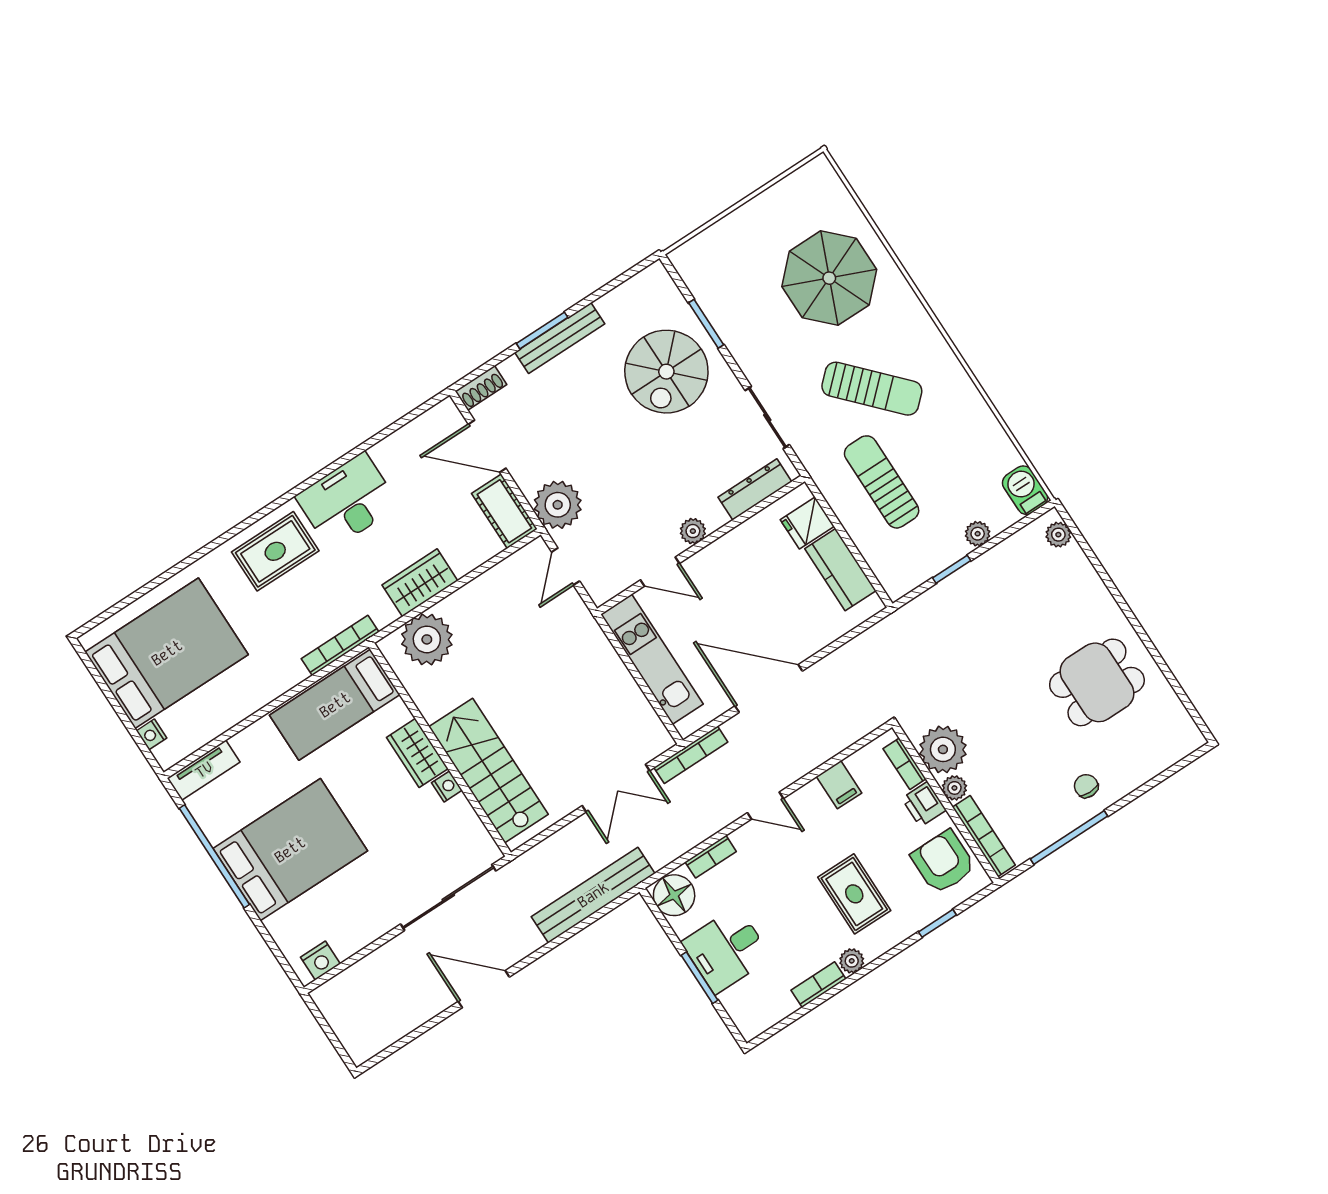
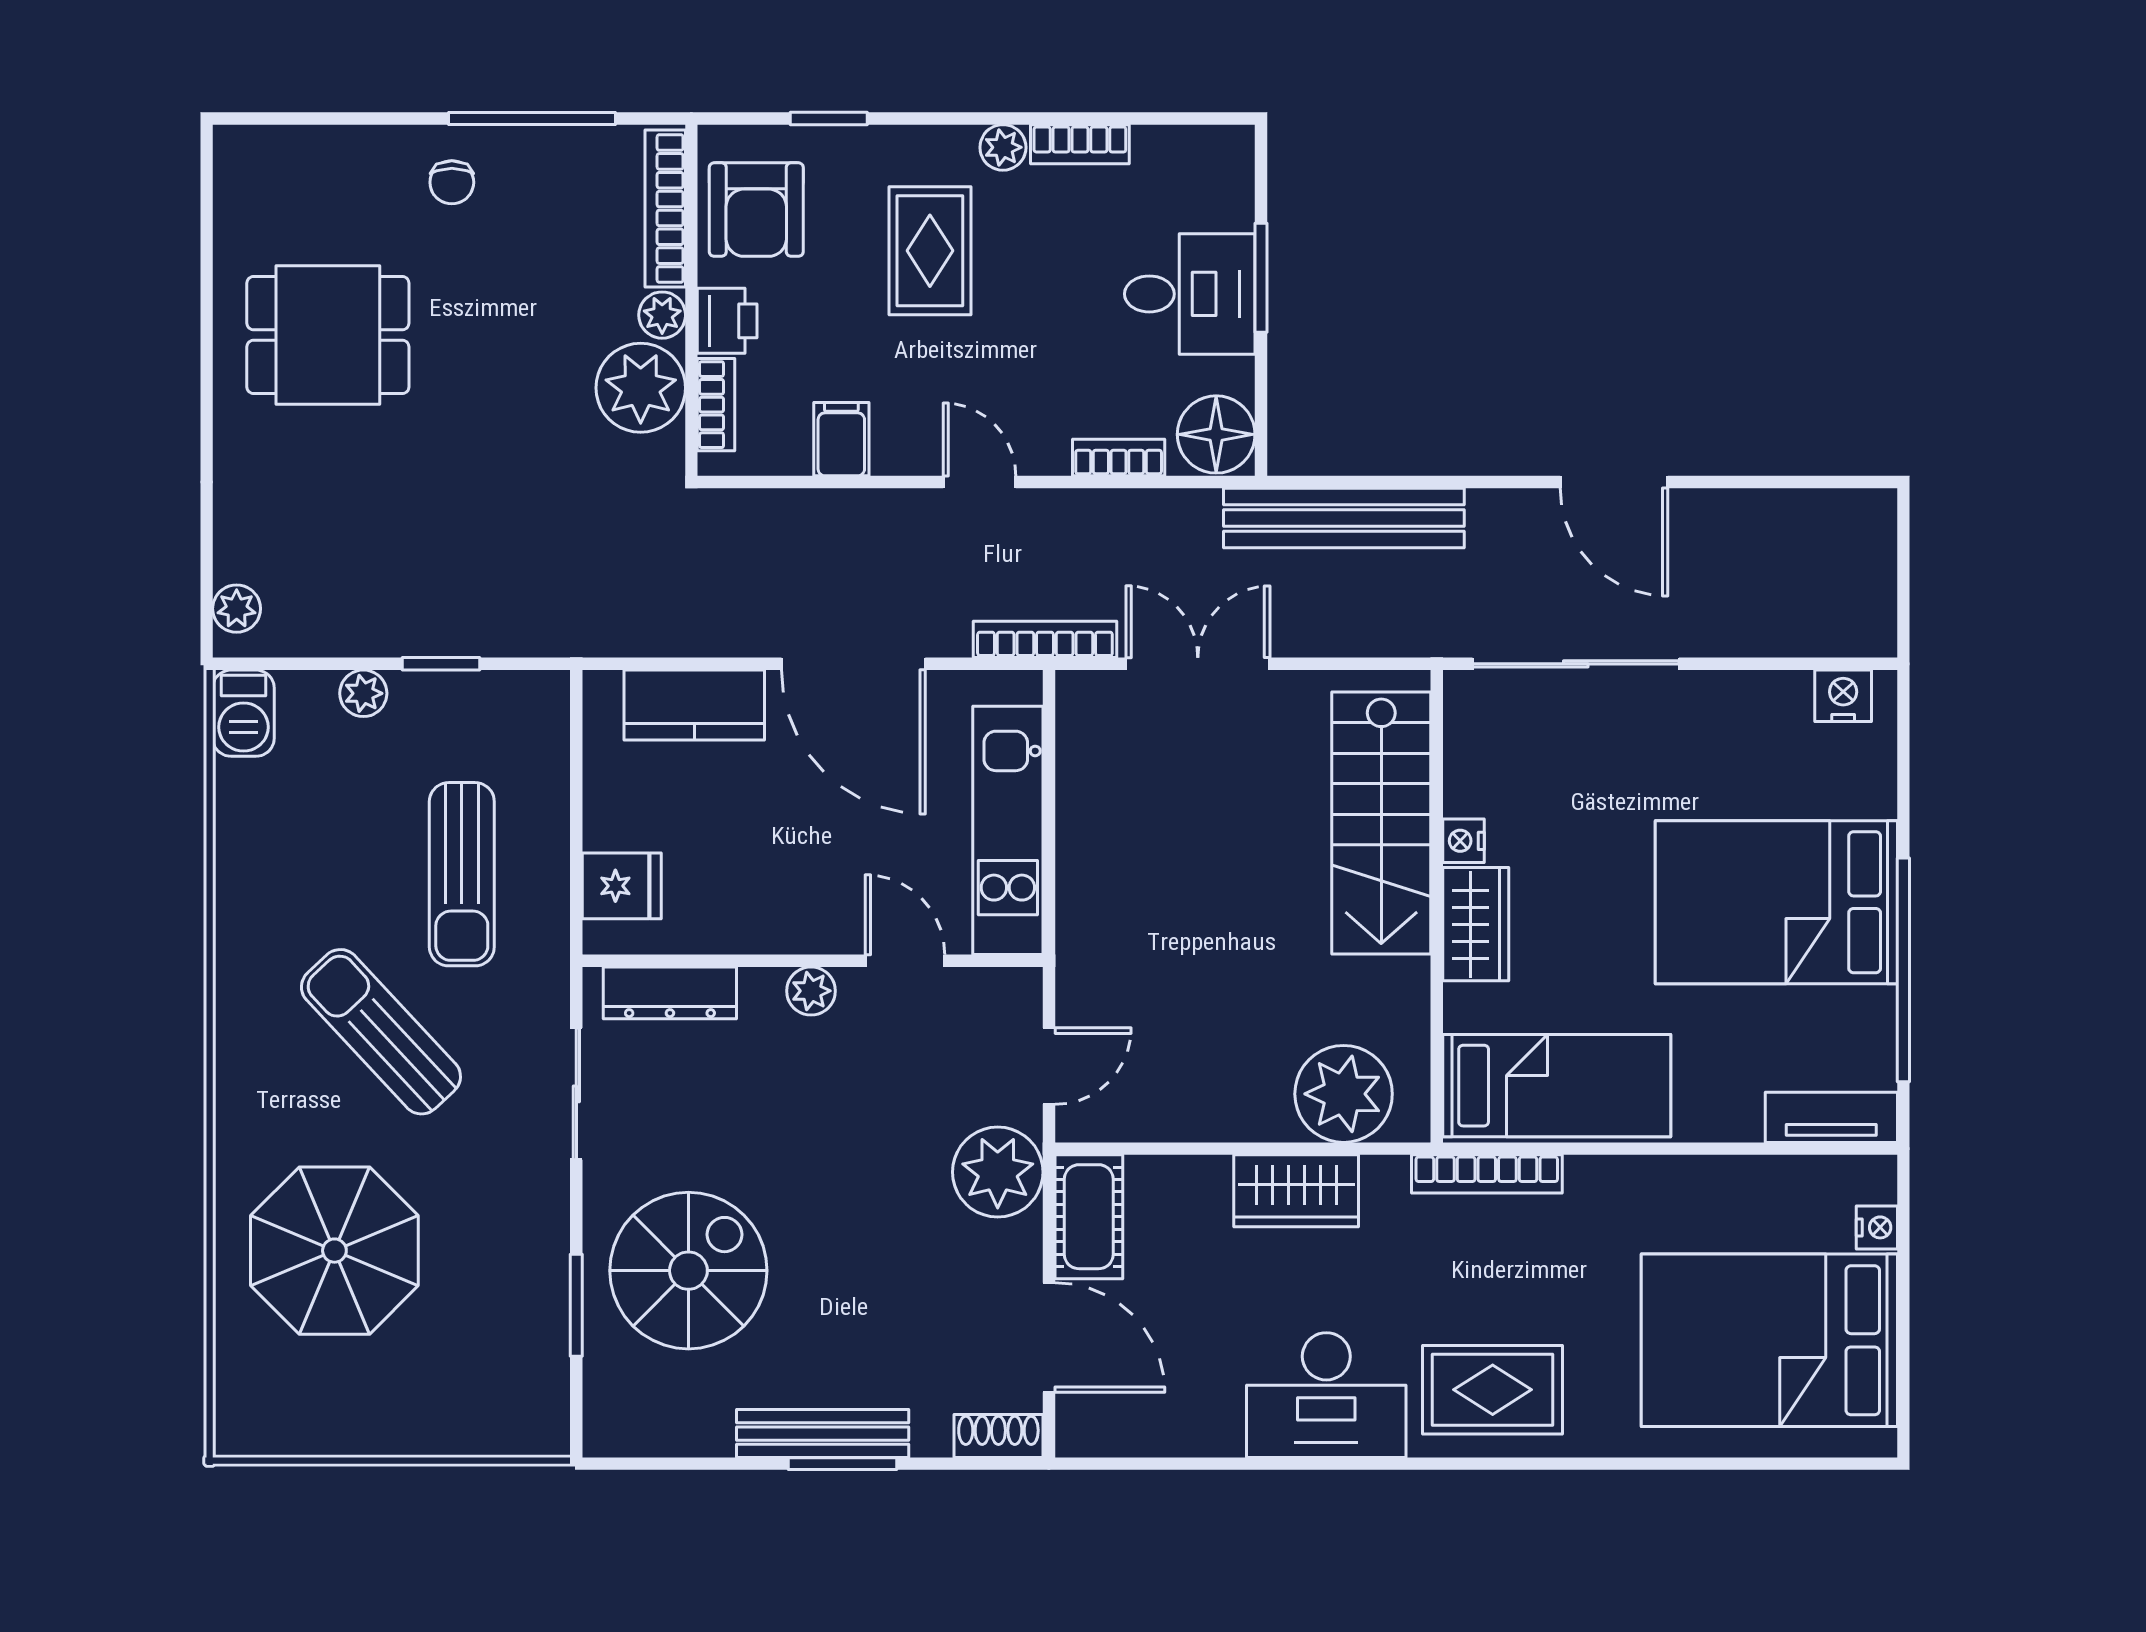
kitchen counter: (840, 570) -> (694, 705), moved, turned 90

